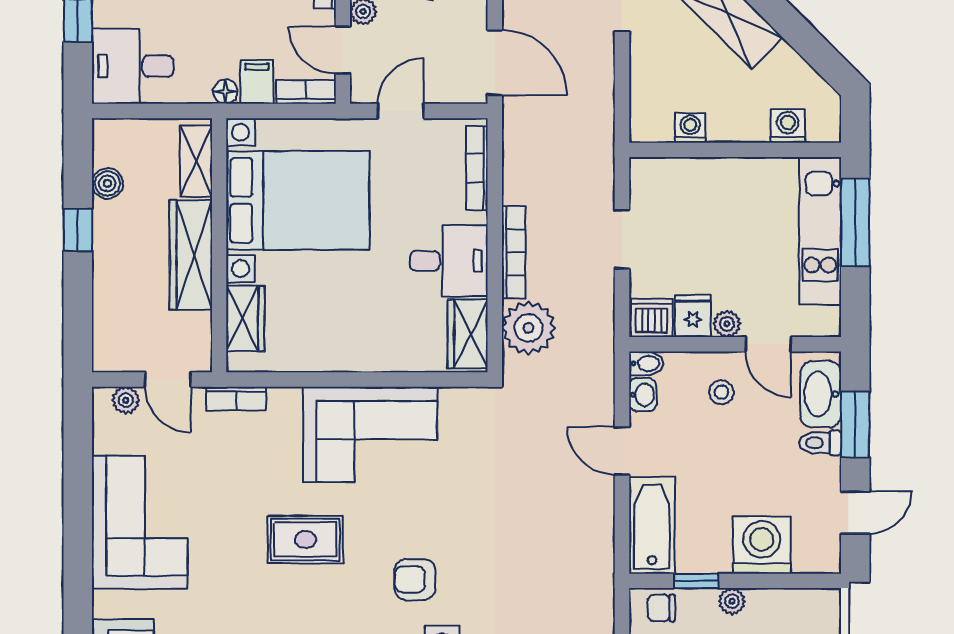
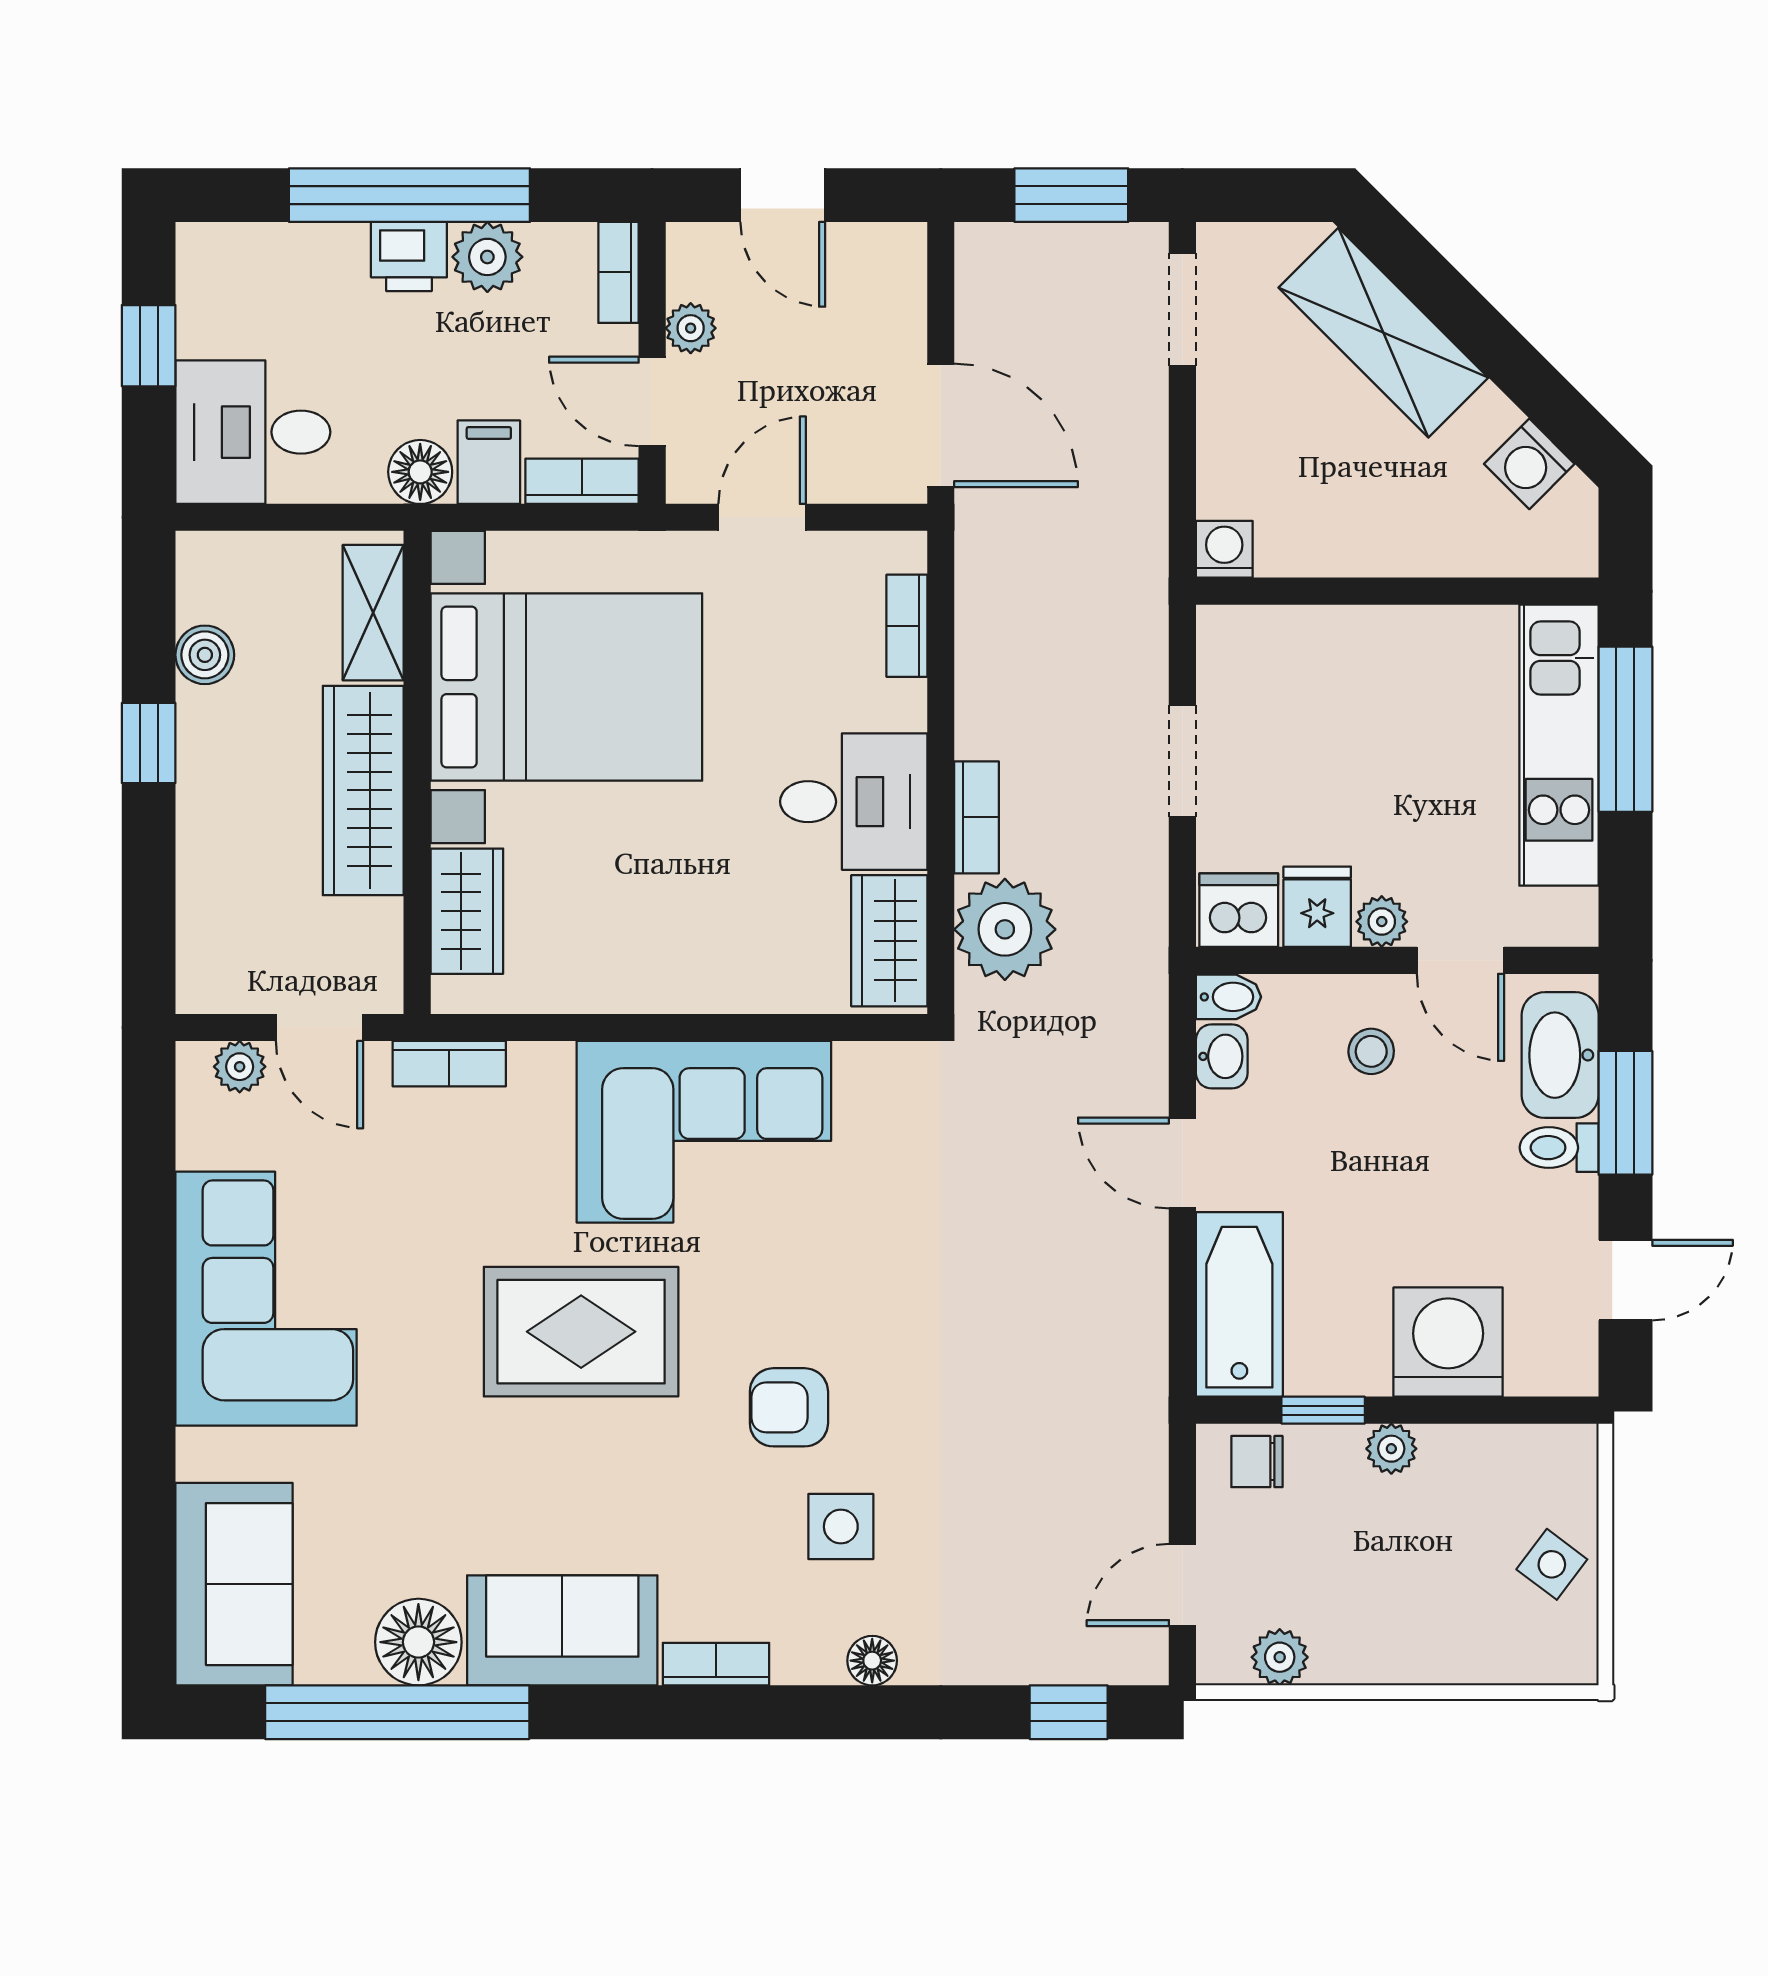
floor lamp: (225, 92) -> (420, 472), width x1.37, depth x1.37
washing machine: (788, 126) -> (1529, 464), moved, turned -135
washing machine: (690, 128) -> (1224, 549), moved
bookcase: (477, 168) -> (907, 626), width x0.64
bookcase: (514, 252) -> (977, 817), width x0.64
rug: (305, 540) -> (581, 1332), width x1.36, depth x1.43

